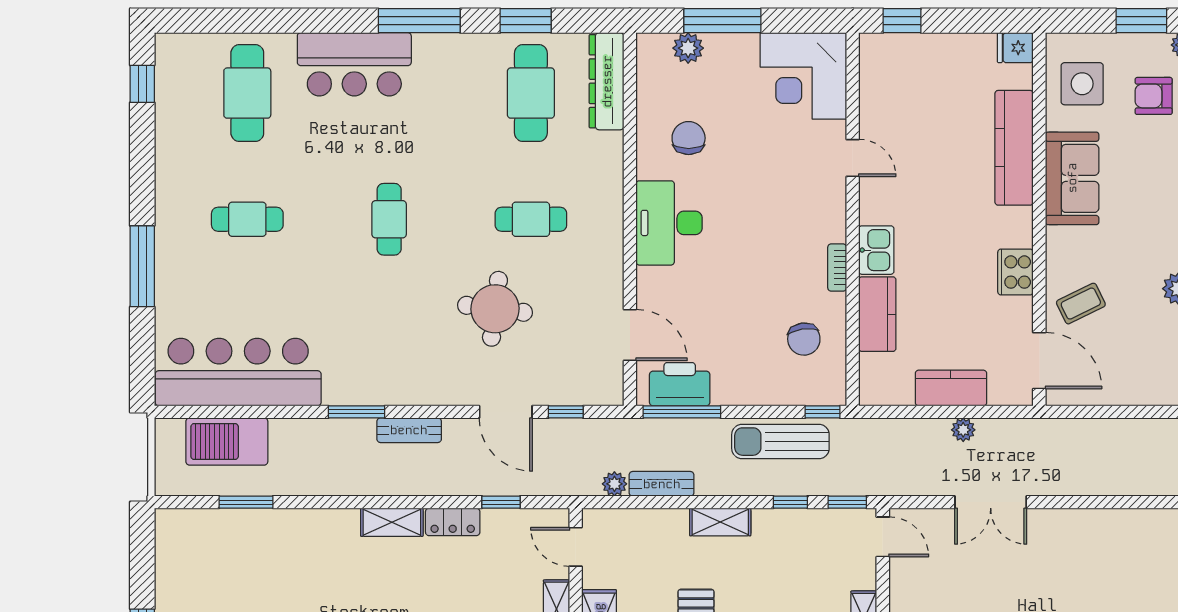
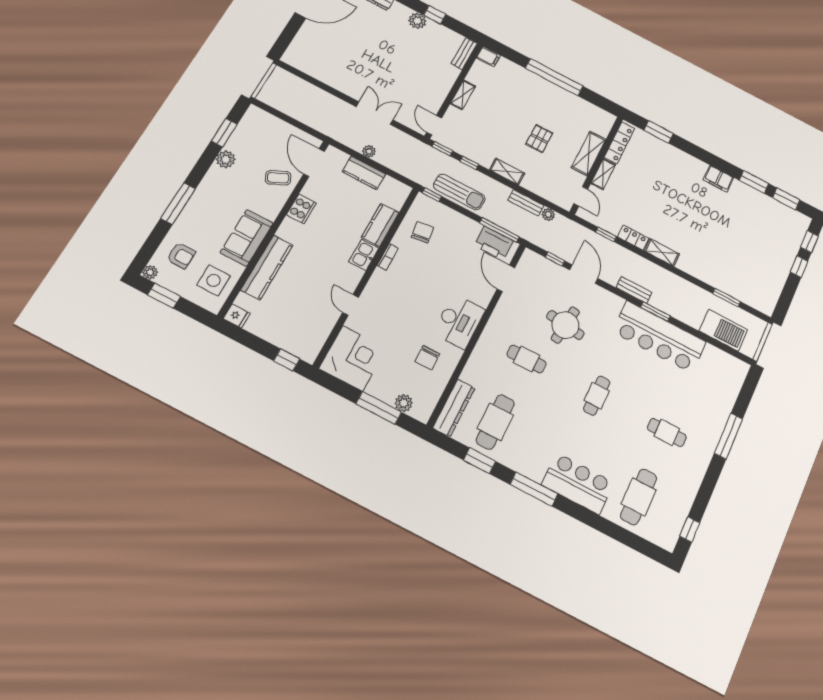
bar counter: (238, 372) -> (659, 337), moved

